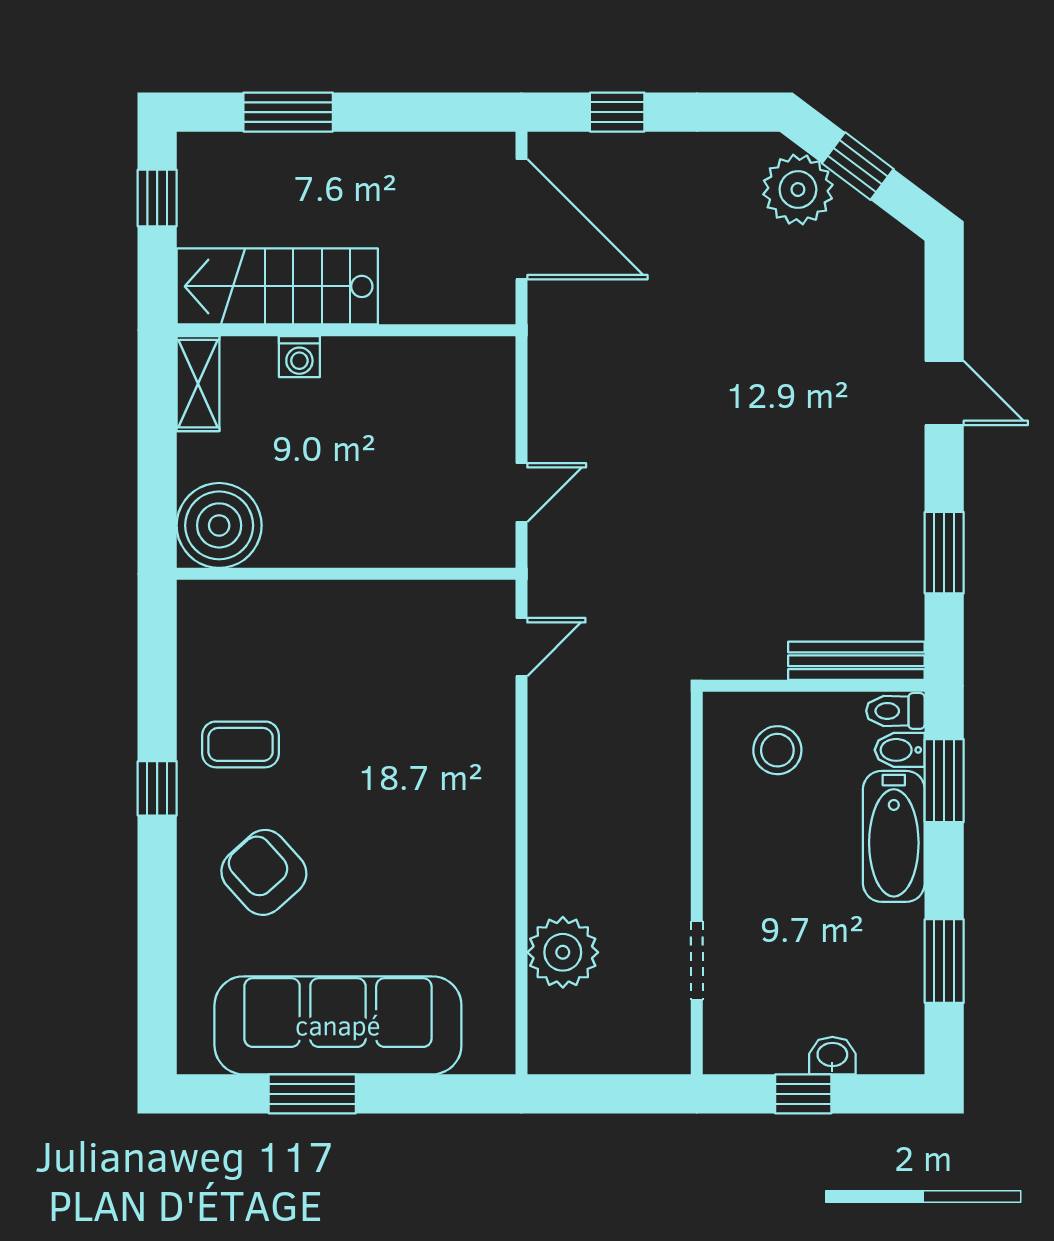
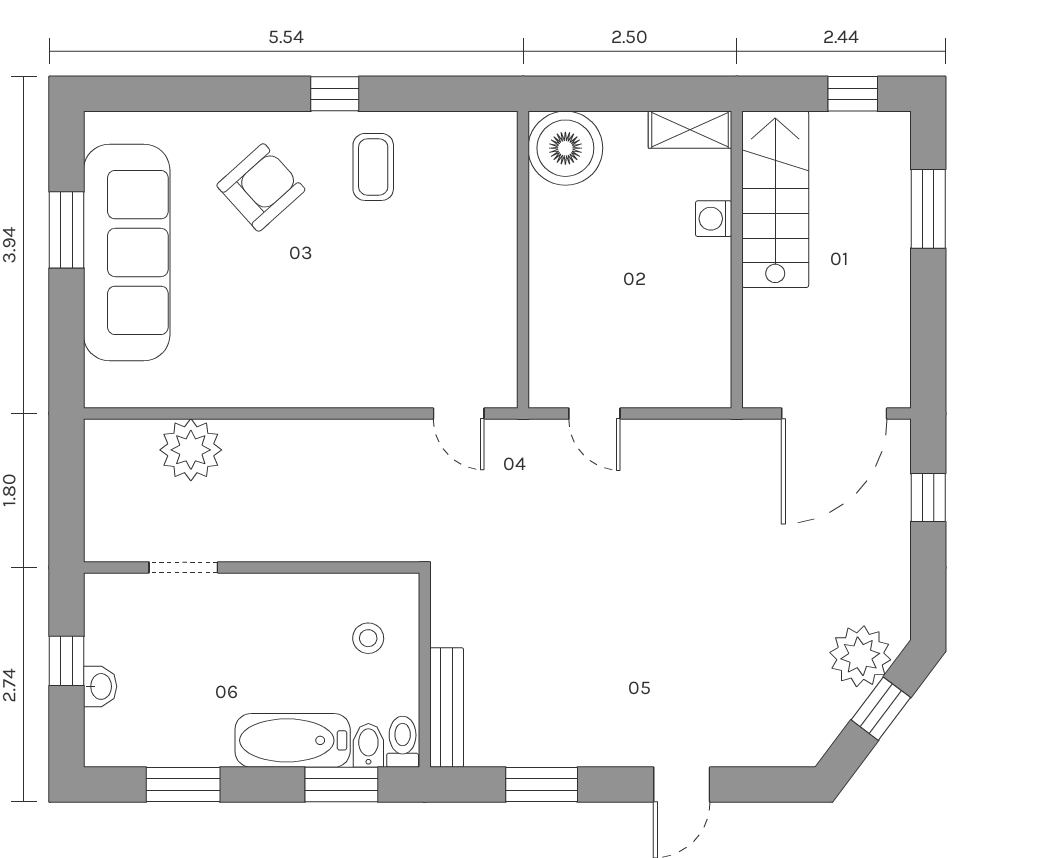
stool: (777, 750) -> (368, 638), width x0.73, depth x0.73

